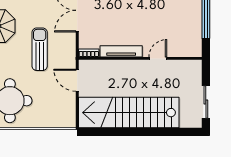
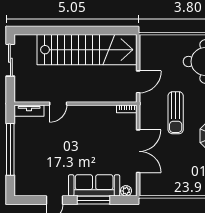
tv unit: (121, 51) -> (29, 111), moved, width x0.71
door: (77, 80) -> (138, 82), hinge flipped

